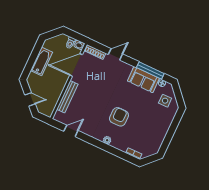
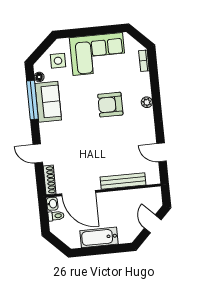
corner sofa: (155, 128) -> (98, 54), added

